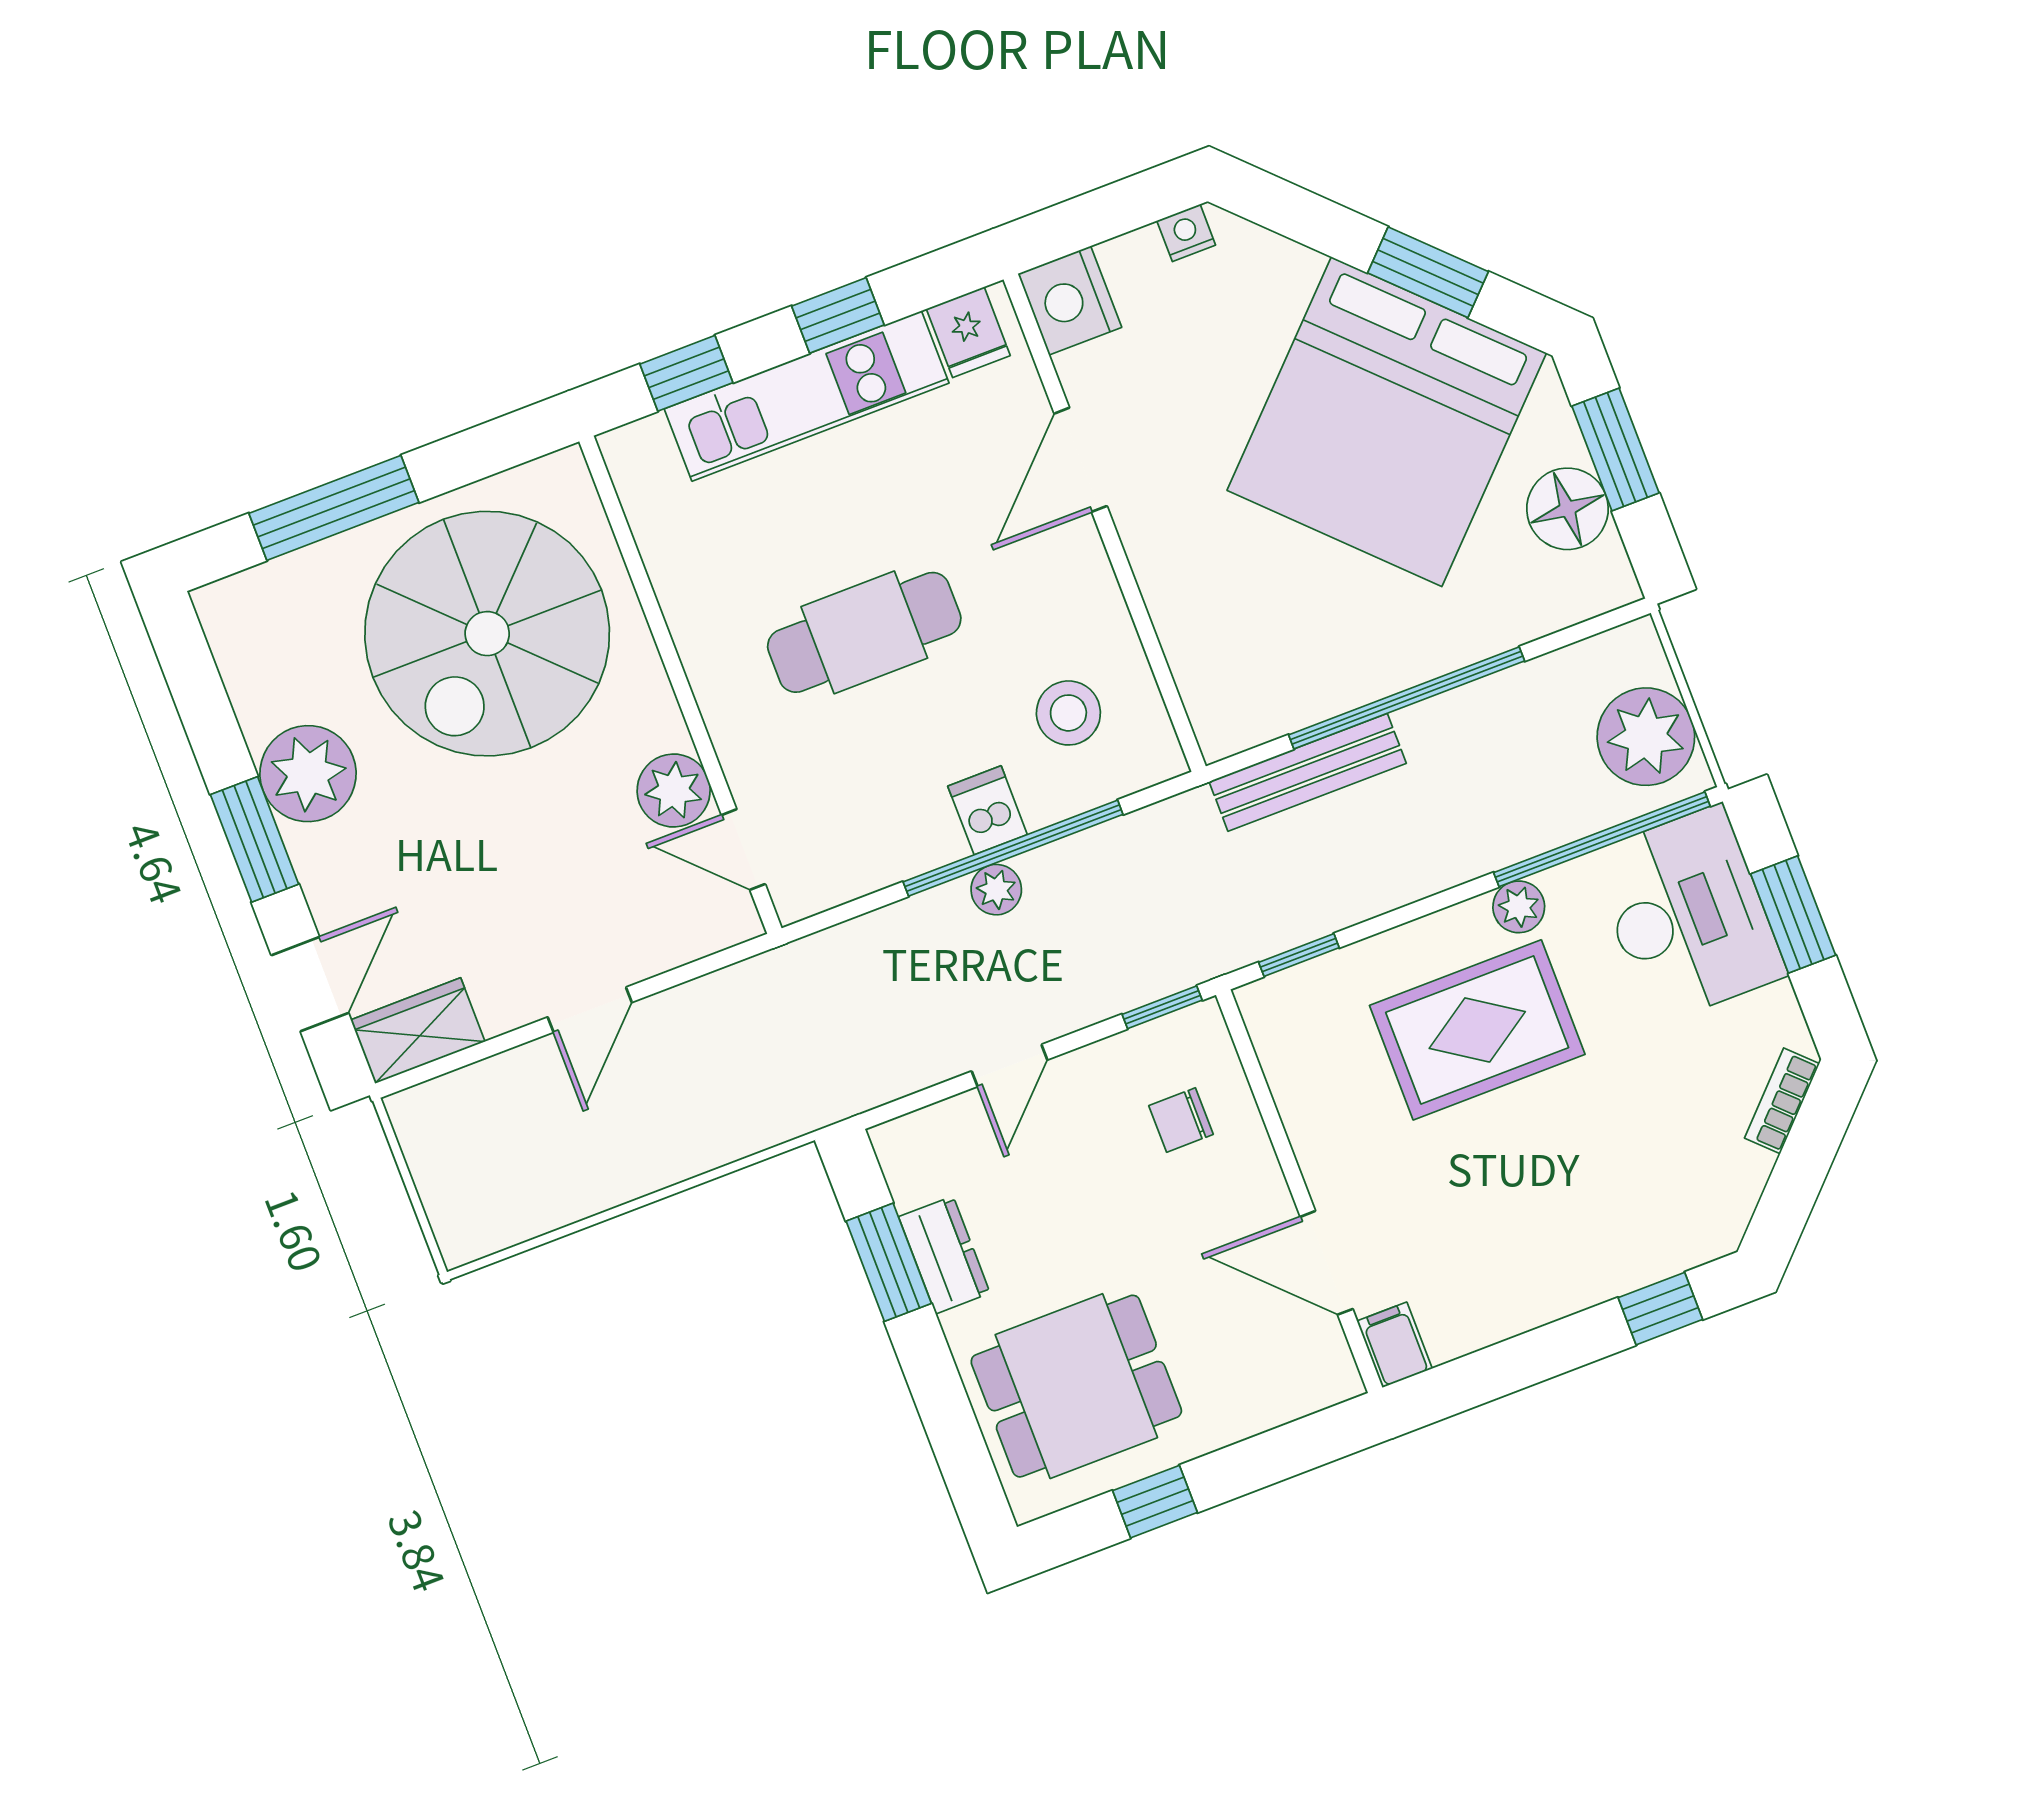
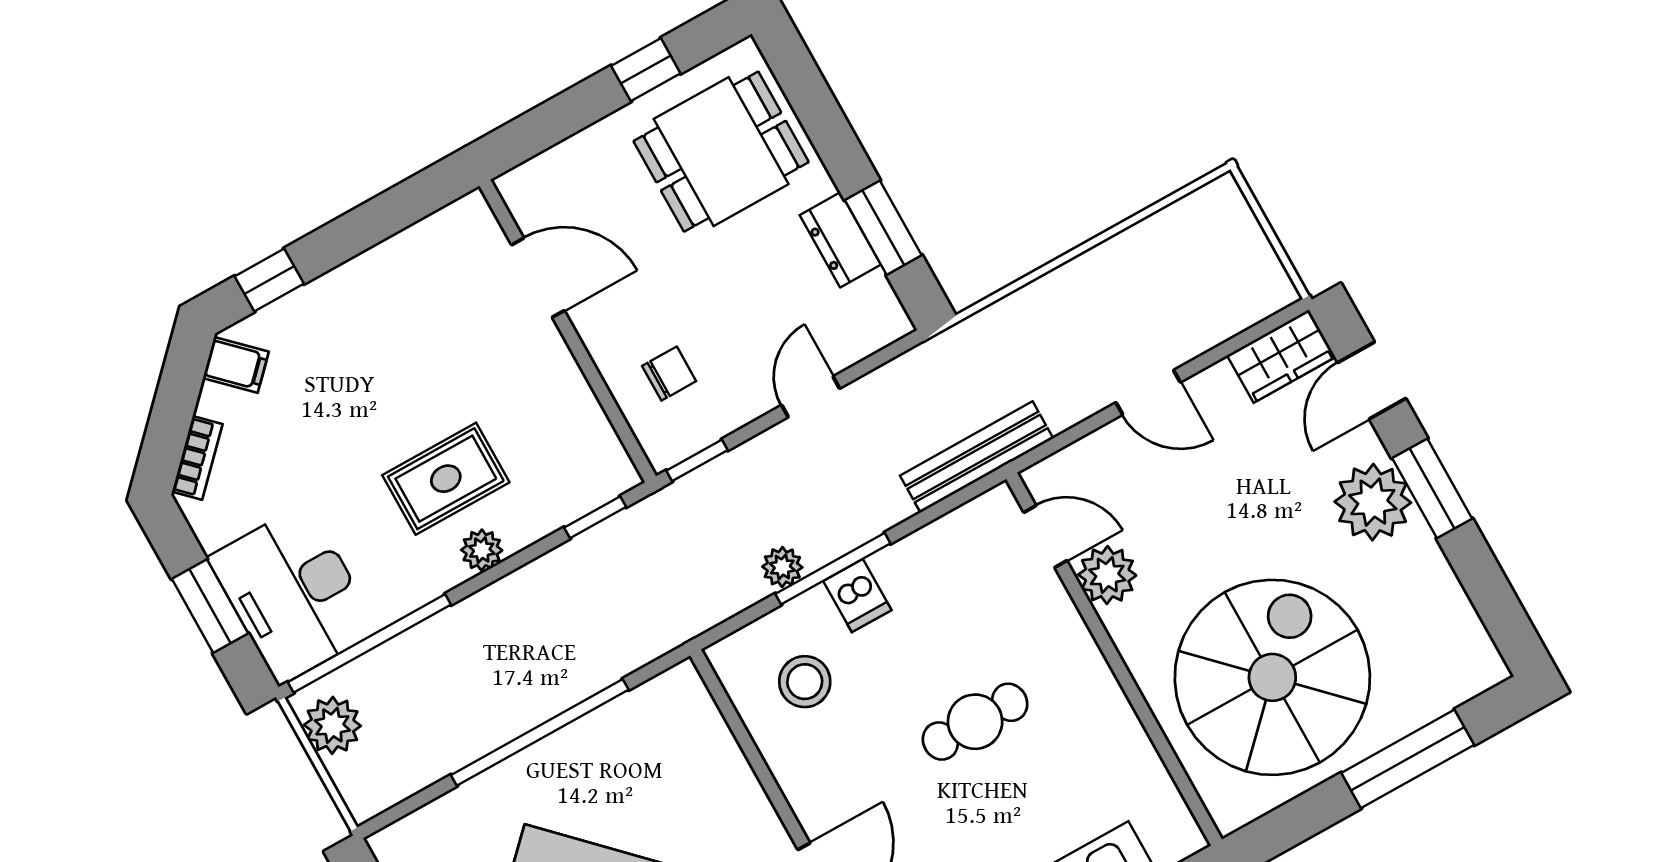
cafe table: (864, 632) -> (975, 722), width x0.73, depth x0.74
plant: (1646, 737) -> (332, 725), width x0.73, depth x0.73
bench: (1308, 772) -> (977, 457), moved
plant: (308, 774) -> (1373, 502), moved
window: (1013, 848) -> (833, 569), width x0.68
plant: (996, 890) -> (782, 567), moved
plant: (1519, 907) -> (482, 550), moved
door: (590, 1010) -> (1148, 392), swing flipped
rug: (1477, 1030) -> (446, 479), width x0.73, depth x0.70
filing cabinet: (1395, 1345) -> (236, 365), moved, turned -46

